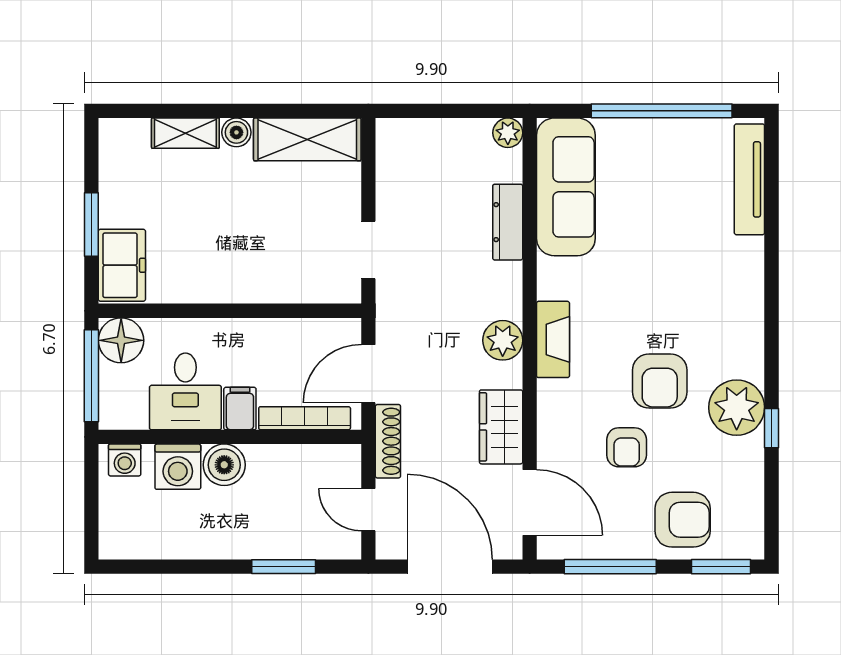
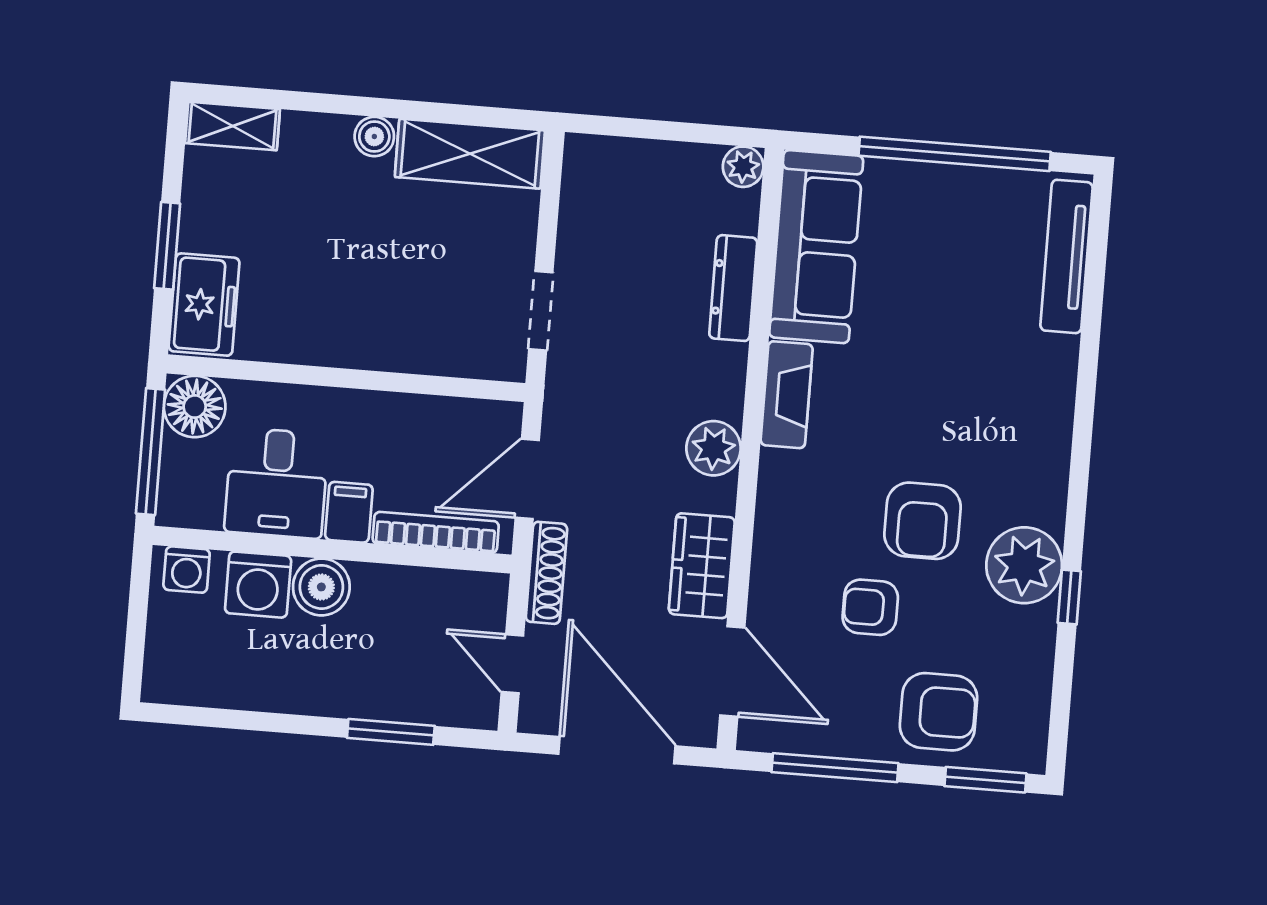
shelving: (185, 133) -> (233, 126), moved
fireplace: (553, 339) -> (787, 395), moved
armchair: (627, 447) -> (870, 607), turned 90

